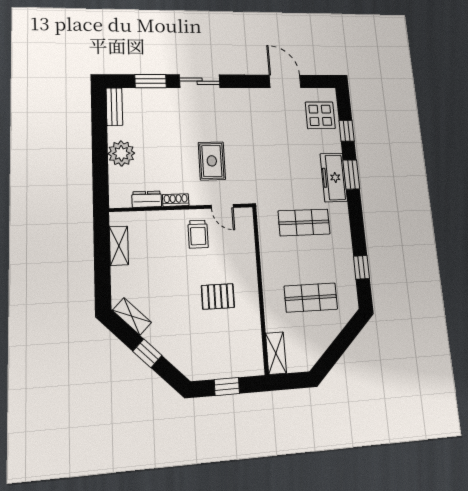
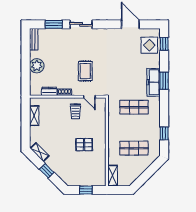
window: (347, 131) -> (164, 44), moved

